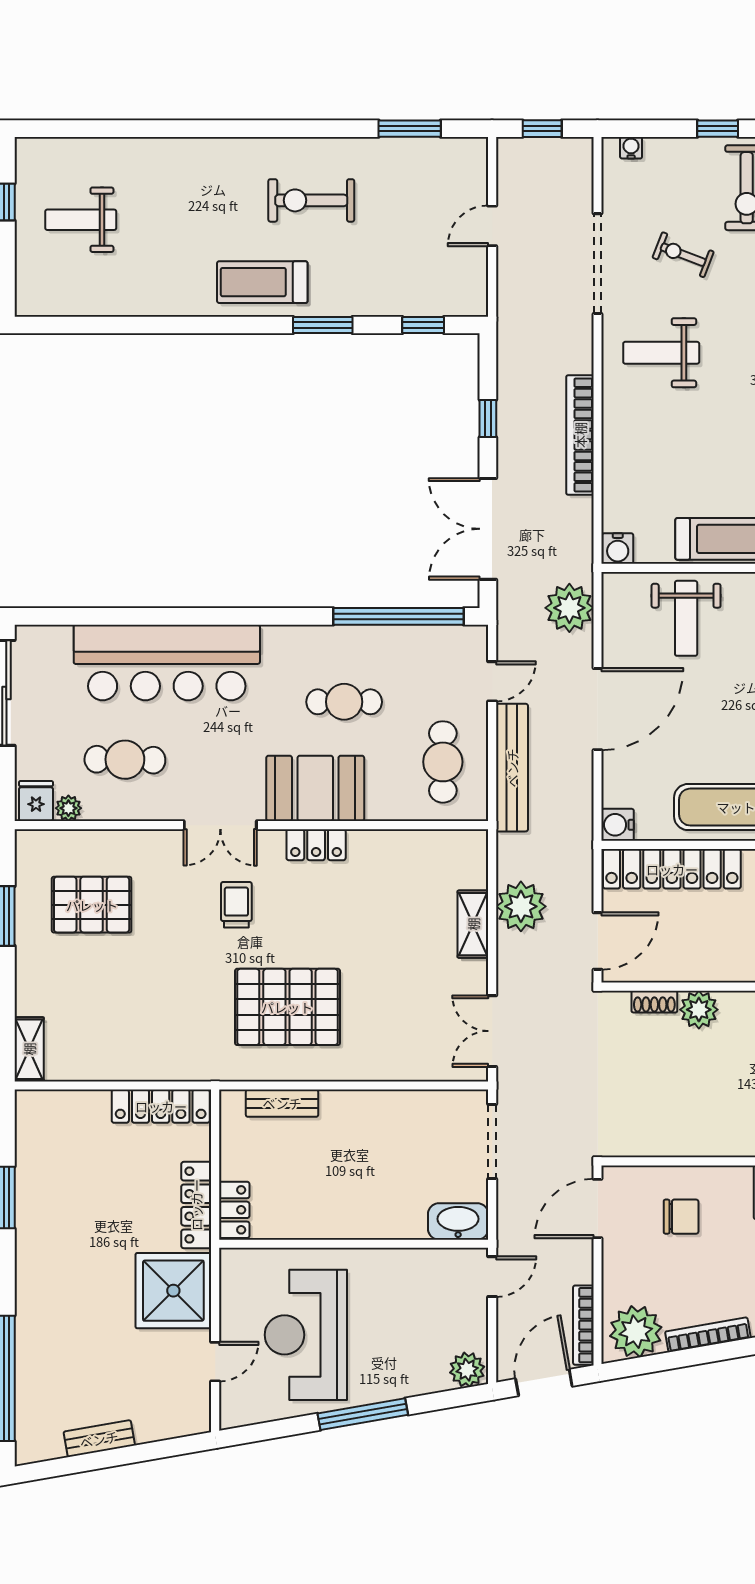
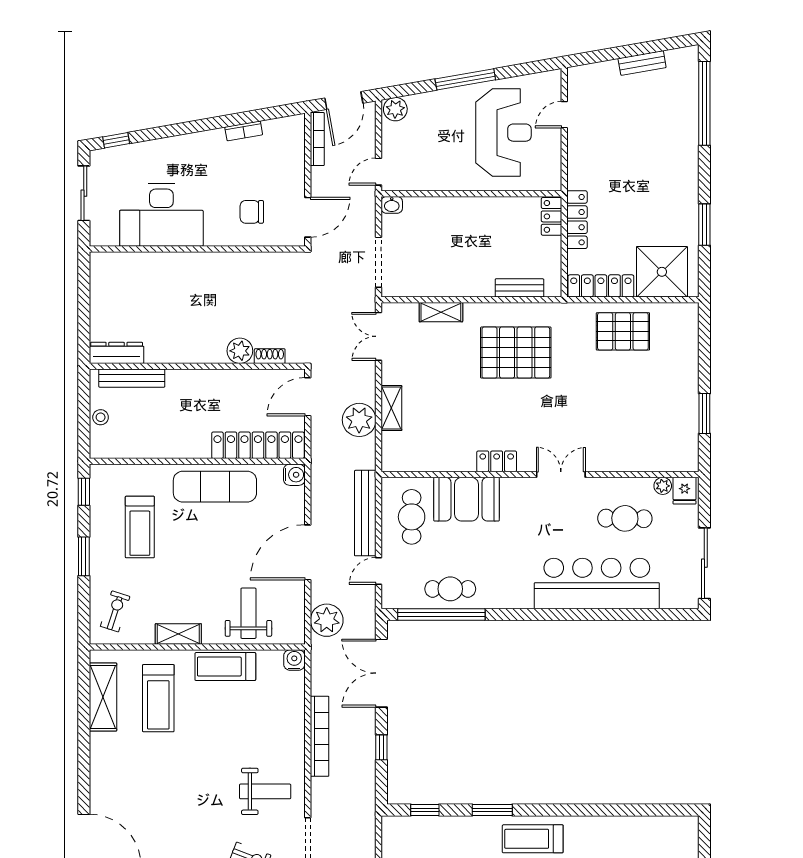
treadmill: (262, 282) -> (533, 839), turned 180
double door: (488, 529) -> (381, 673), swing flipped
cafe table: (344, 702) -> (450, 589), moved
booth: (315, 788) -> (466, 499), moved
pallet: (92, 905) -> (623, 331), moved
trolley: (236, 905) -> (550, 421), removed
double door: (492, 1031) -> (379, 336), swing flipped
shelving: (29, 1049) -> (441, 312), moved, turned 90
washbasin: (458, 1221) -> (392, 205), width x0.52, depth x0.69
shower: (173, 1291) -> (662, 272), moved
plant: (636, 1332) -> (282, 135), removed
bookcase: (708, 1335) -> (244, 131), width x0.64

